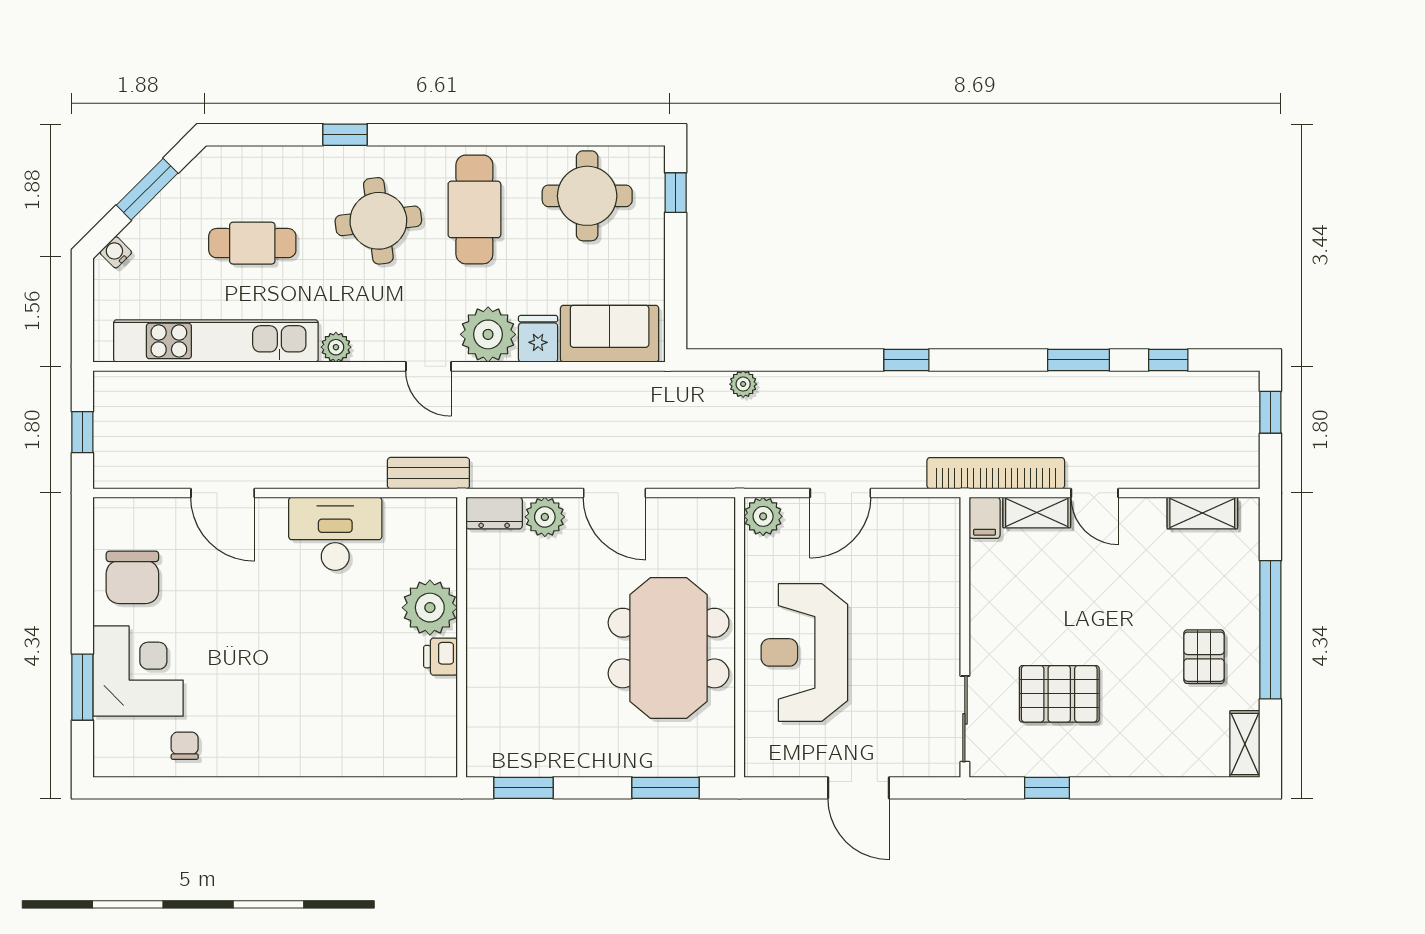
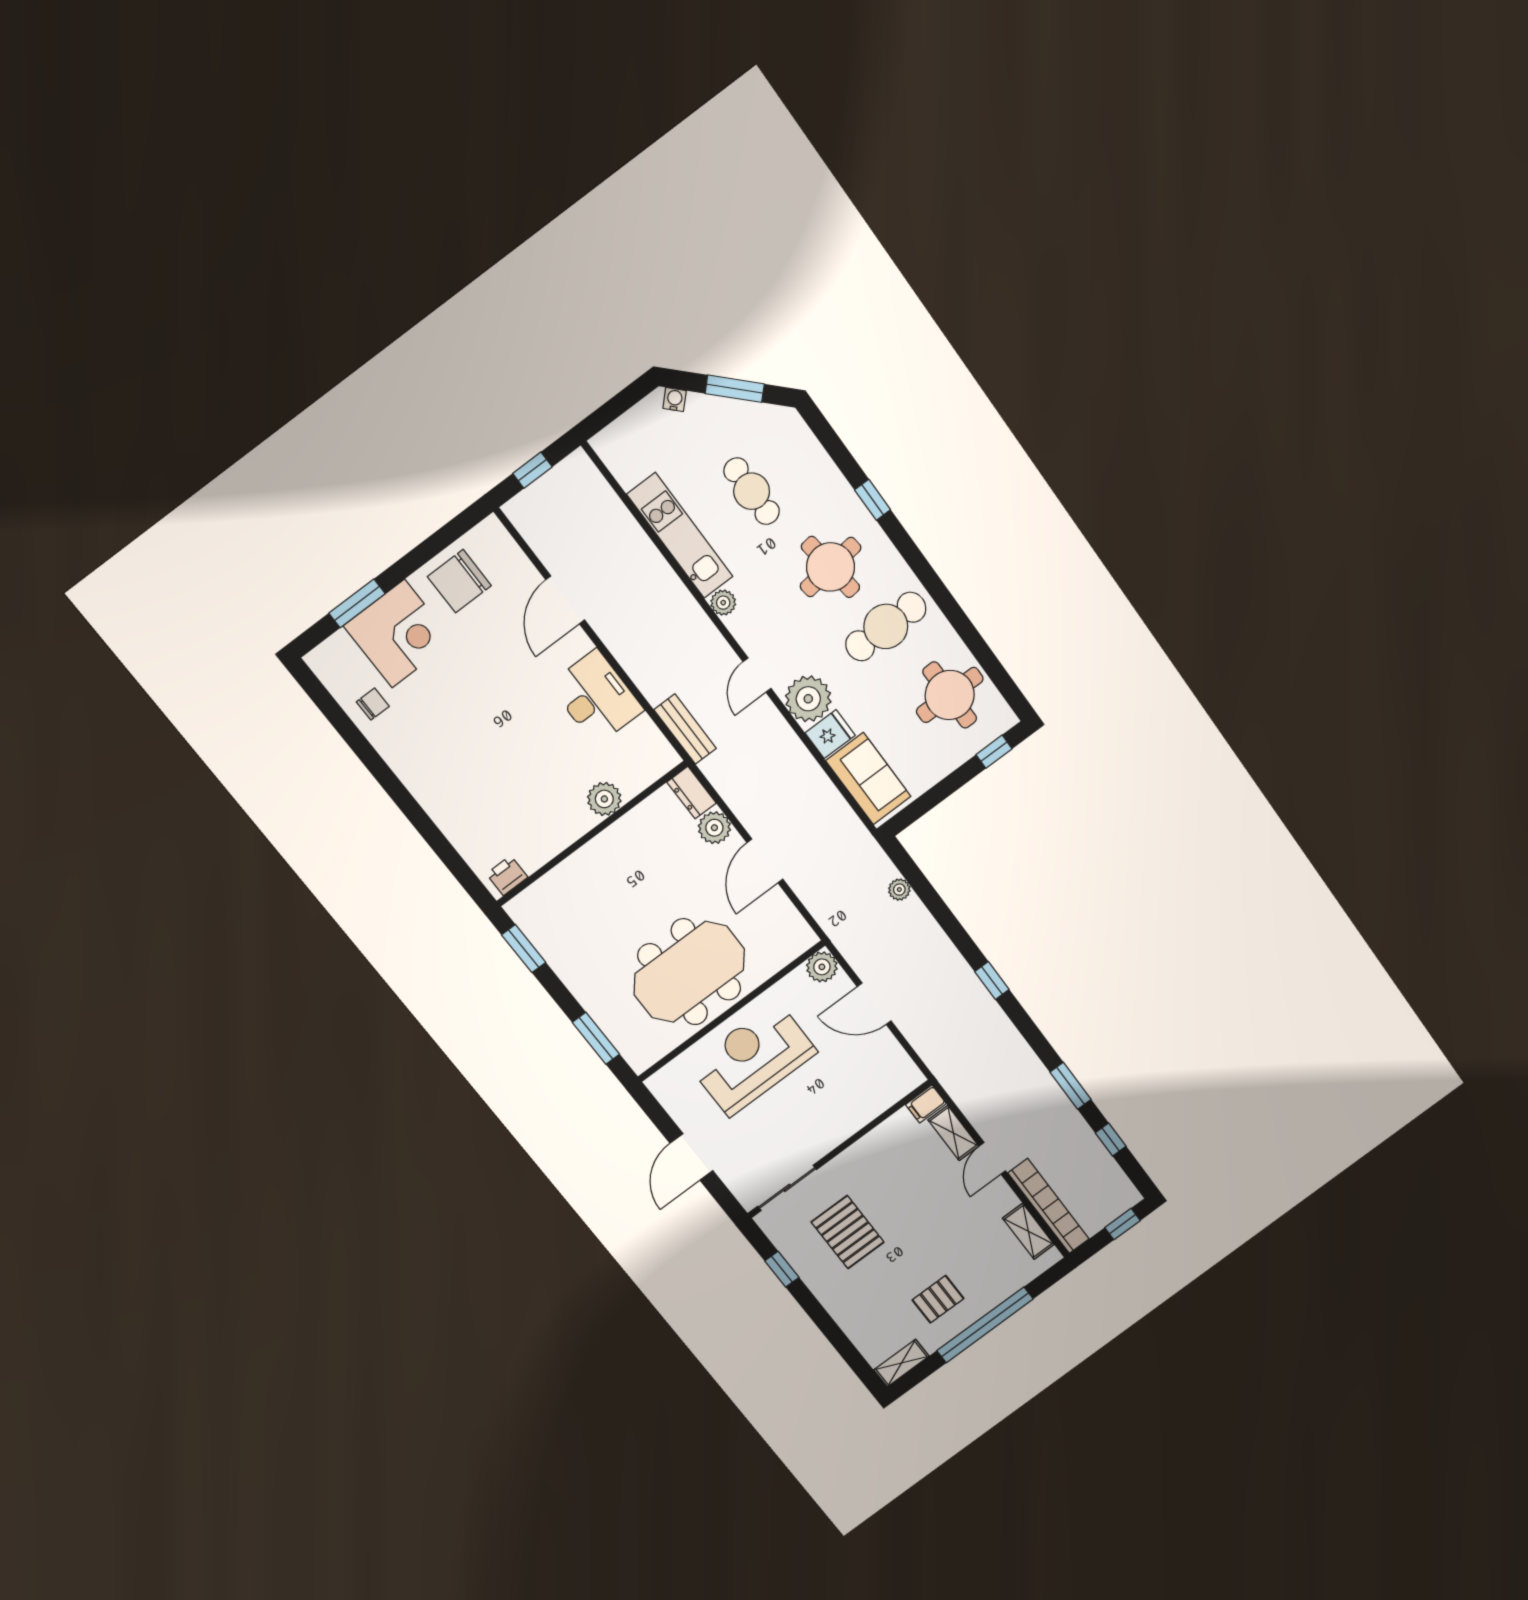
kitchen unit: (216, 341) -> (680, 536), width x0.73
bookcase: (996, 473) -> (1049, 1206), moved
plant: (430, 608) -> (604, 799), width x0.73, depth x0.73
printer: (441, 657) -> (507, 876), moved

